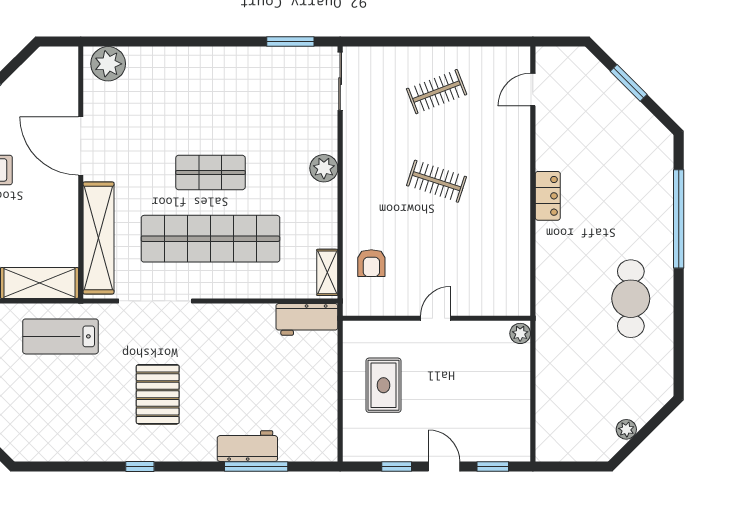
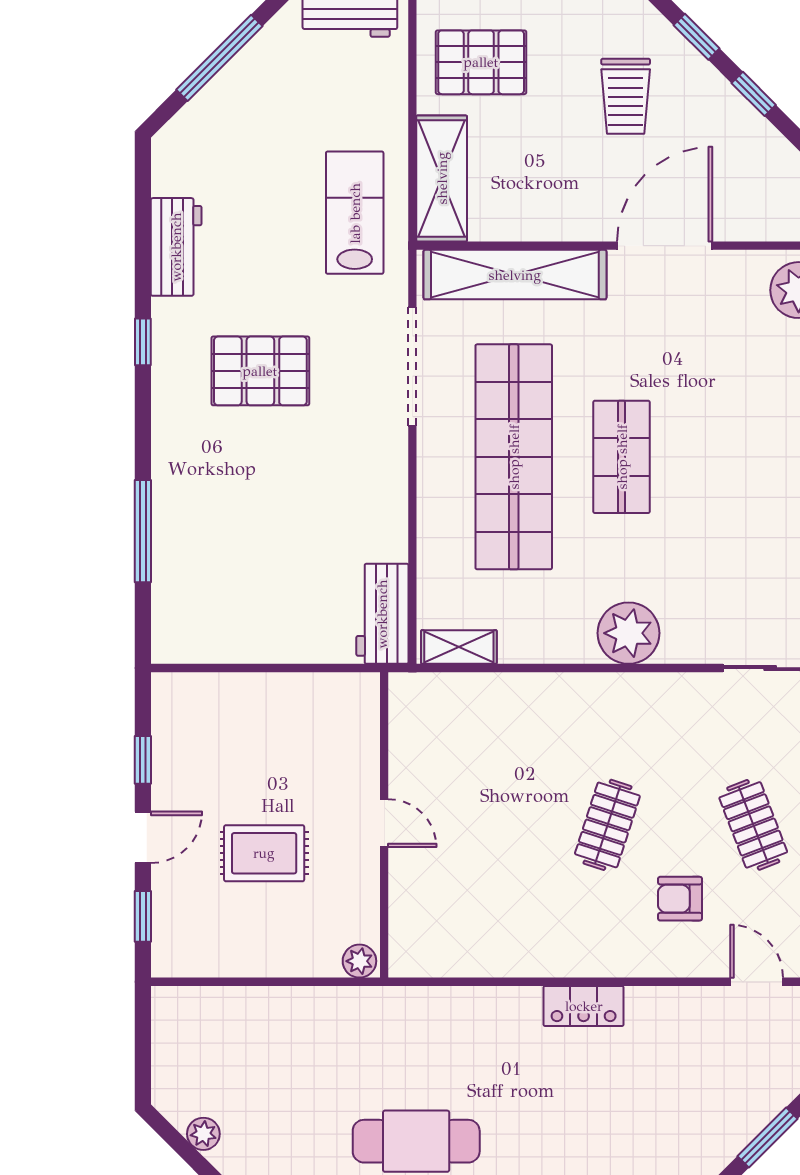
plant: (324, 168) -> (628, 633), width x1.36, depth x1.36
armchair: (371, 263) -> (680, 899), moved
rug: (383, 385) -> (264, 853), moved
workbench: (247, 446) -> (176, 247), moved

